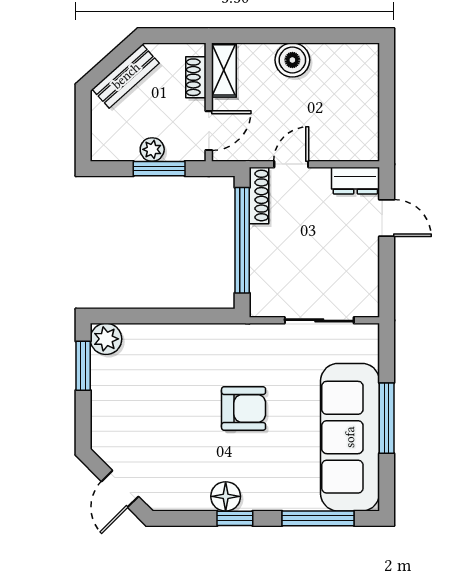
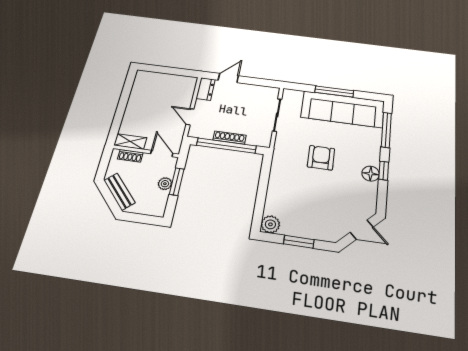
boiler: (292, 60) -> (134, 109), removed
shoe rack: (259, 195) -> (229, 138), moved
window: (83, 366) -> (299, 242), moved

